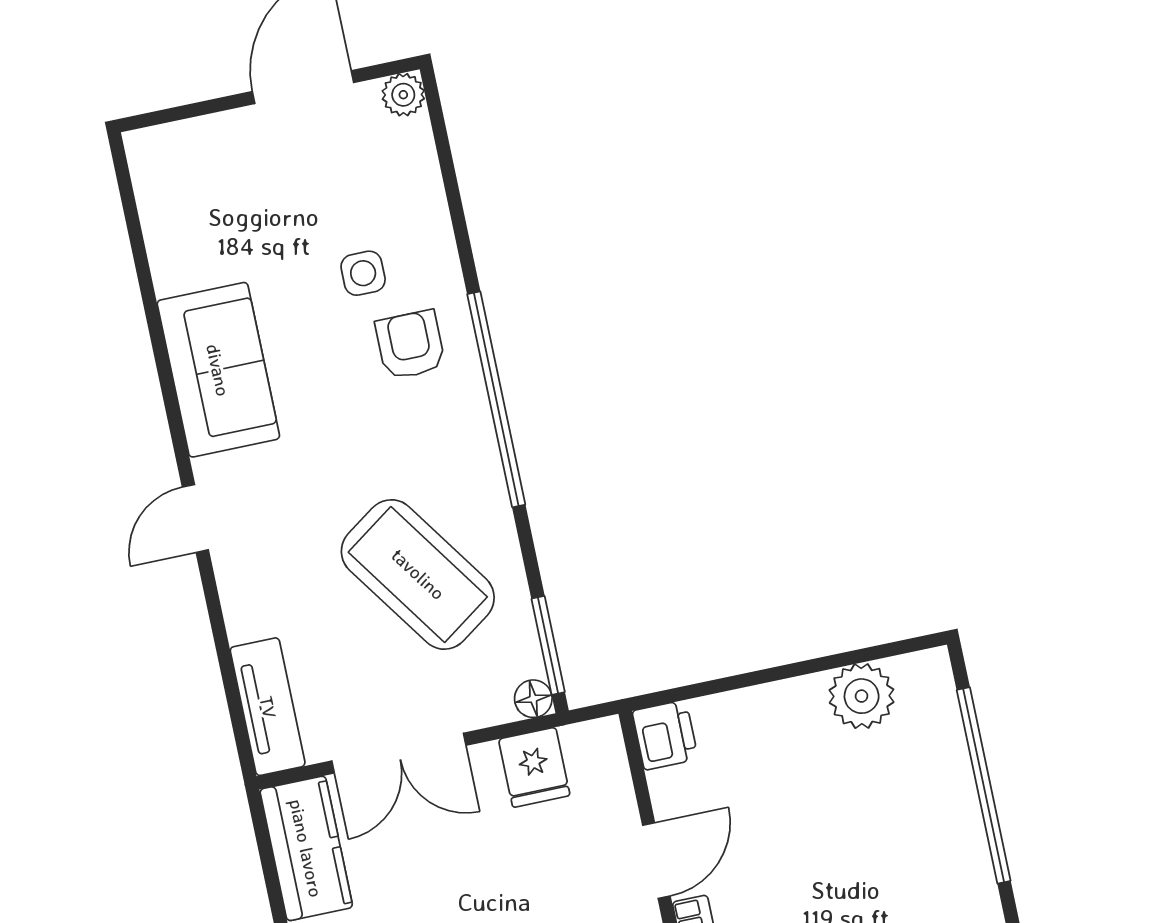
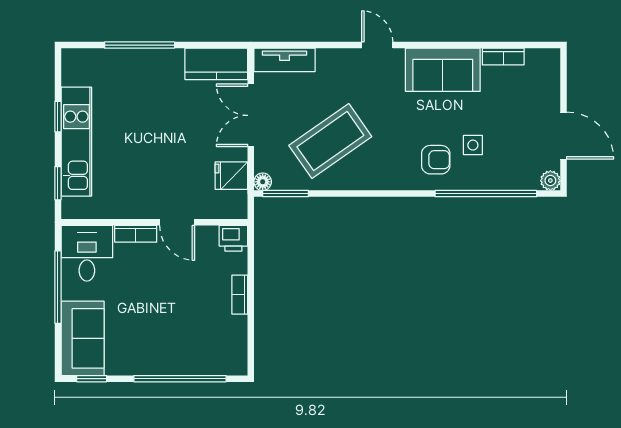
bookcase: (164, 249) -> (503, 57), added
window: (496, 399) -> (486, 194), moved
plant: (862, 696) -> (232, 332), removed
bookcase: (781, 697) -> (240, 295), added

